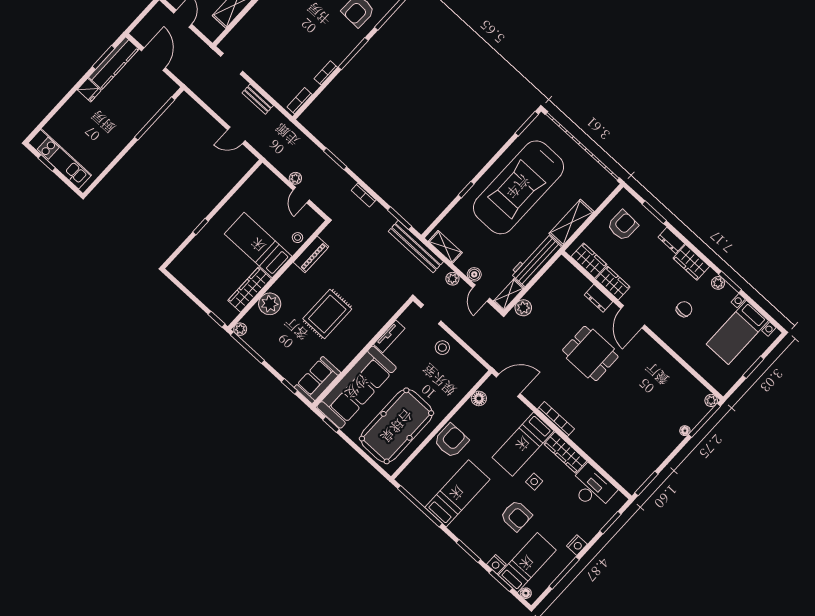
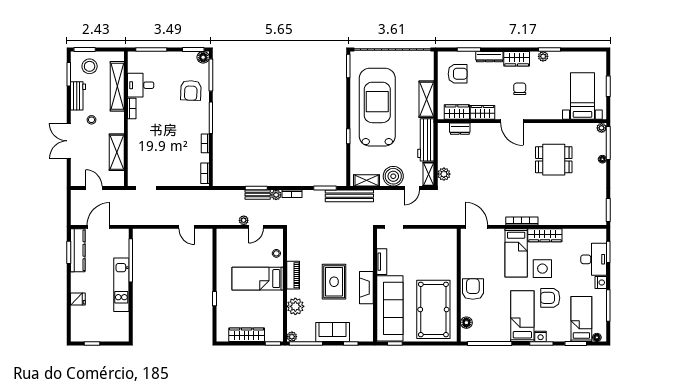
door: (153, 59) -> (99, 227), hinge flipped
fridge: (89, 90) -> (78, 299), moved
bench: (258, 99) -> (258, 195), moved
door: (236, 135) -> (187, 227), hinge flipped
kitchen unit: (60, 159) -> (121, 285), moved, turned -90
car: (518, 187) -> (377, 107), turned 180
door: (301, 195) -> (256, 227), hinge flipped
armchair: (623, 225) -> (458, 74), turned 88
dresser: (671, 240) -> (489, 57), width x1.44
piano: (311, 254) -> (293, 275), moved
boiler: (474, 274) -> (393, 176), width x1.86, depth x1.86
plant: (452, 279) -> (276, 195), moved
wardrobe: (250, 290) -> (247, 335), moved, turned 90
door: (481, 293) -> (412, 188), hinge flipped
dresser: (599, 298) -> (460, 129), moved
chair: (684, 309) -> (520, 89), moved
bed with nightstands: (737, 332) -> (582, 96), moved, turned 180
fireplace: (353, 347) -> (366, 288), added
stool: (442, 348) -> (418, 240), removed
dining table: (590, 353) -> (554, 160), moved
sofa: (317, 380) -> (333, 332), moved, turned 90
door: (508, 385) -> (476, 227), hinge flipped
floor lamp: (479, 398) -> (466, 323), moved
side table: (534, 482) -> (542, 269), width x1.87, depth x1.87
desk: (592, 488) -> (594, 259), moved, turned 90
bed: (457, 493) -> (522, 316), moved
armchair: (516, 516) -> (550, 298), turned 180
nightstand: (496, 564) -> (541, 336), moved

